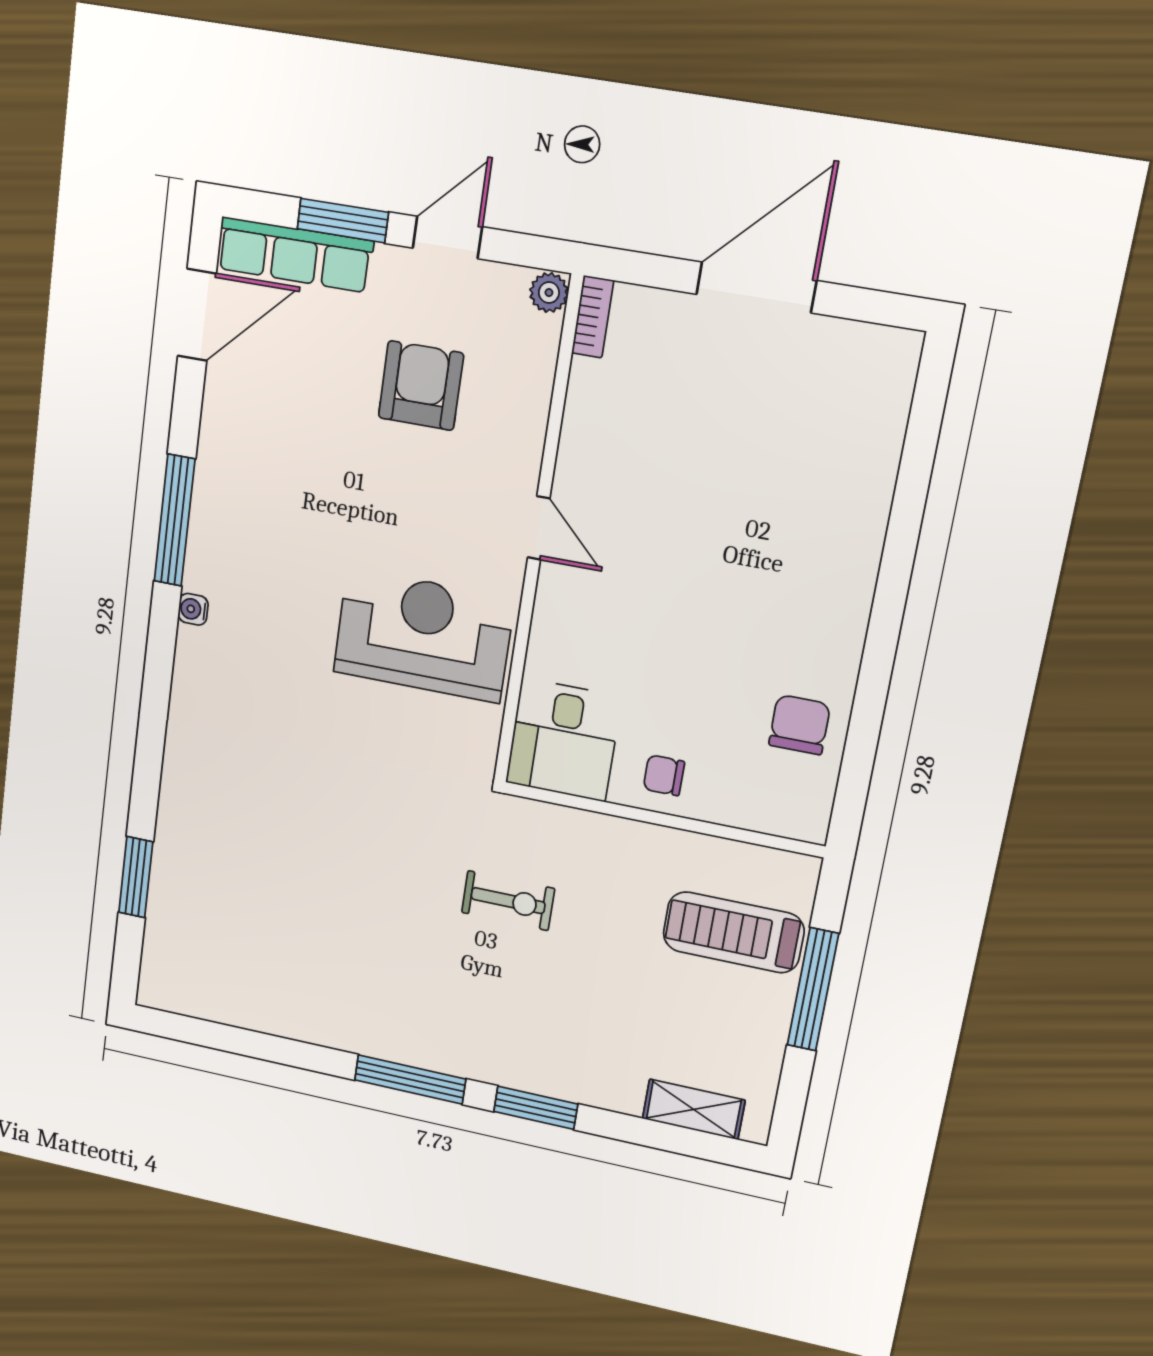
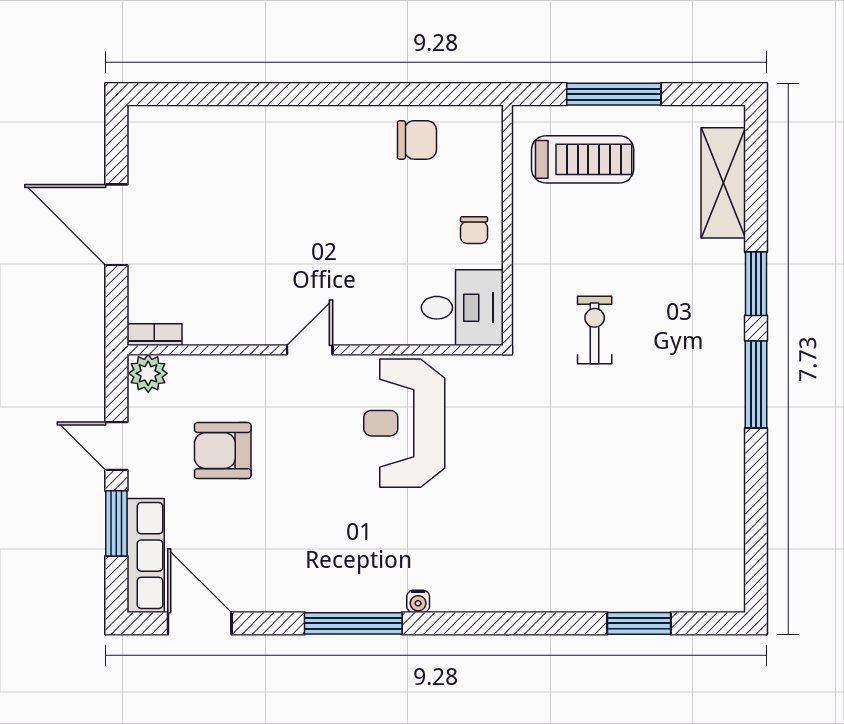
plant: (549, 293) -> (148, 373), width x1.38, depth x1.38
chair: (800, 725) -> (417, 140), turned 180
treadmill: (733, 932) -> (583, 159), turned -90
shelving: (694, 1109) -> (723, 183), width x1.50, depth x1.33

